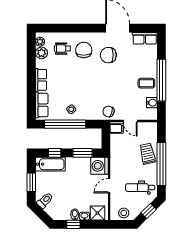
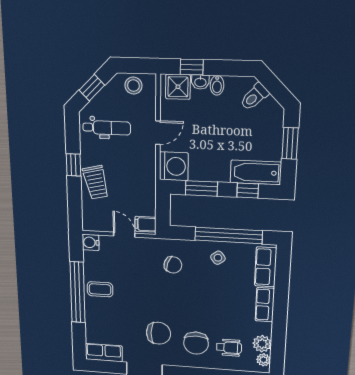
water cooler: (152, 103) -> (91, 242), moved
chair: (109, 112) -> (173, 265), moved
window: (161, 164) -> (73, 165), width x0.32
toilet: (45, 200) -> (254, 97), moved
window: (73, 224) -> (192, 67), moved

